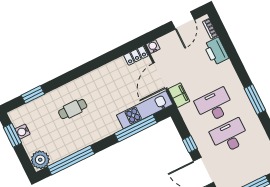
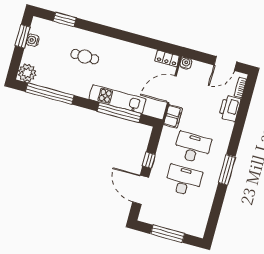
kitchen unit: (145, 110) -> (117, 99), moved

